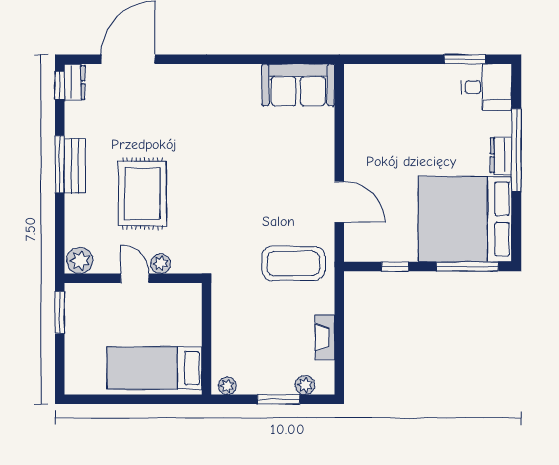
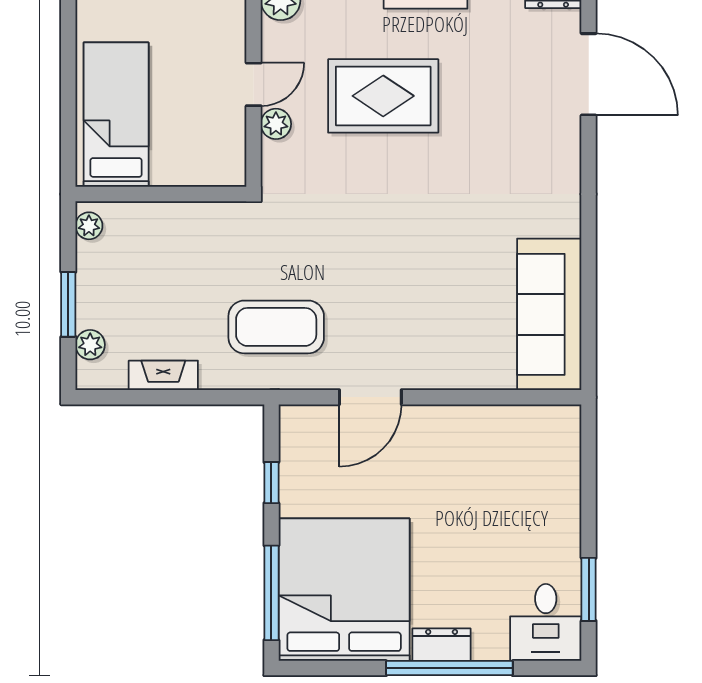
sofa: (298, 85) -> (549, 314), width x1.36
coffee table: (293, 263) -> (276, 327), turned 90

